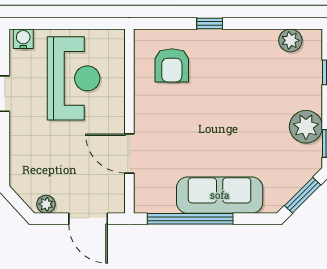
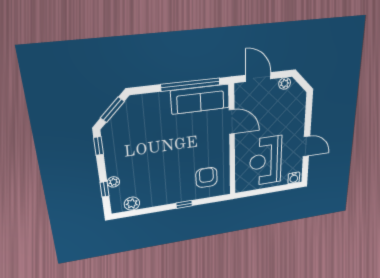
plant: (306, 127) -> (113, 182), moved, width x0.53, depth x0.53
sofa: (220, 195) -> (200, 99), moved

